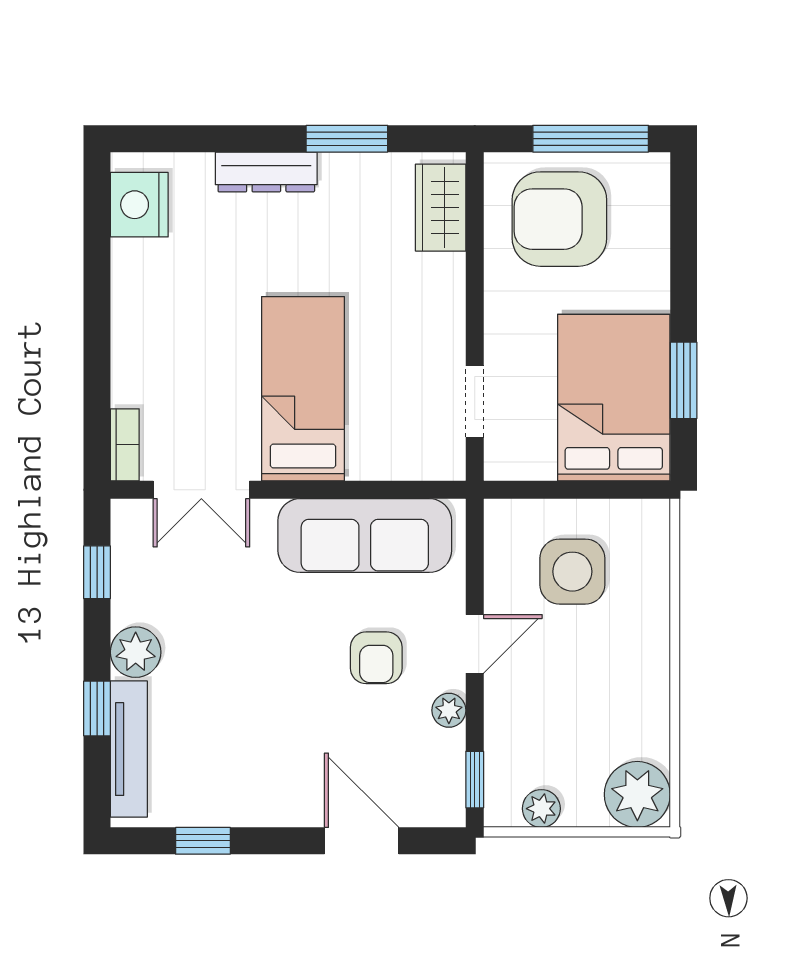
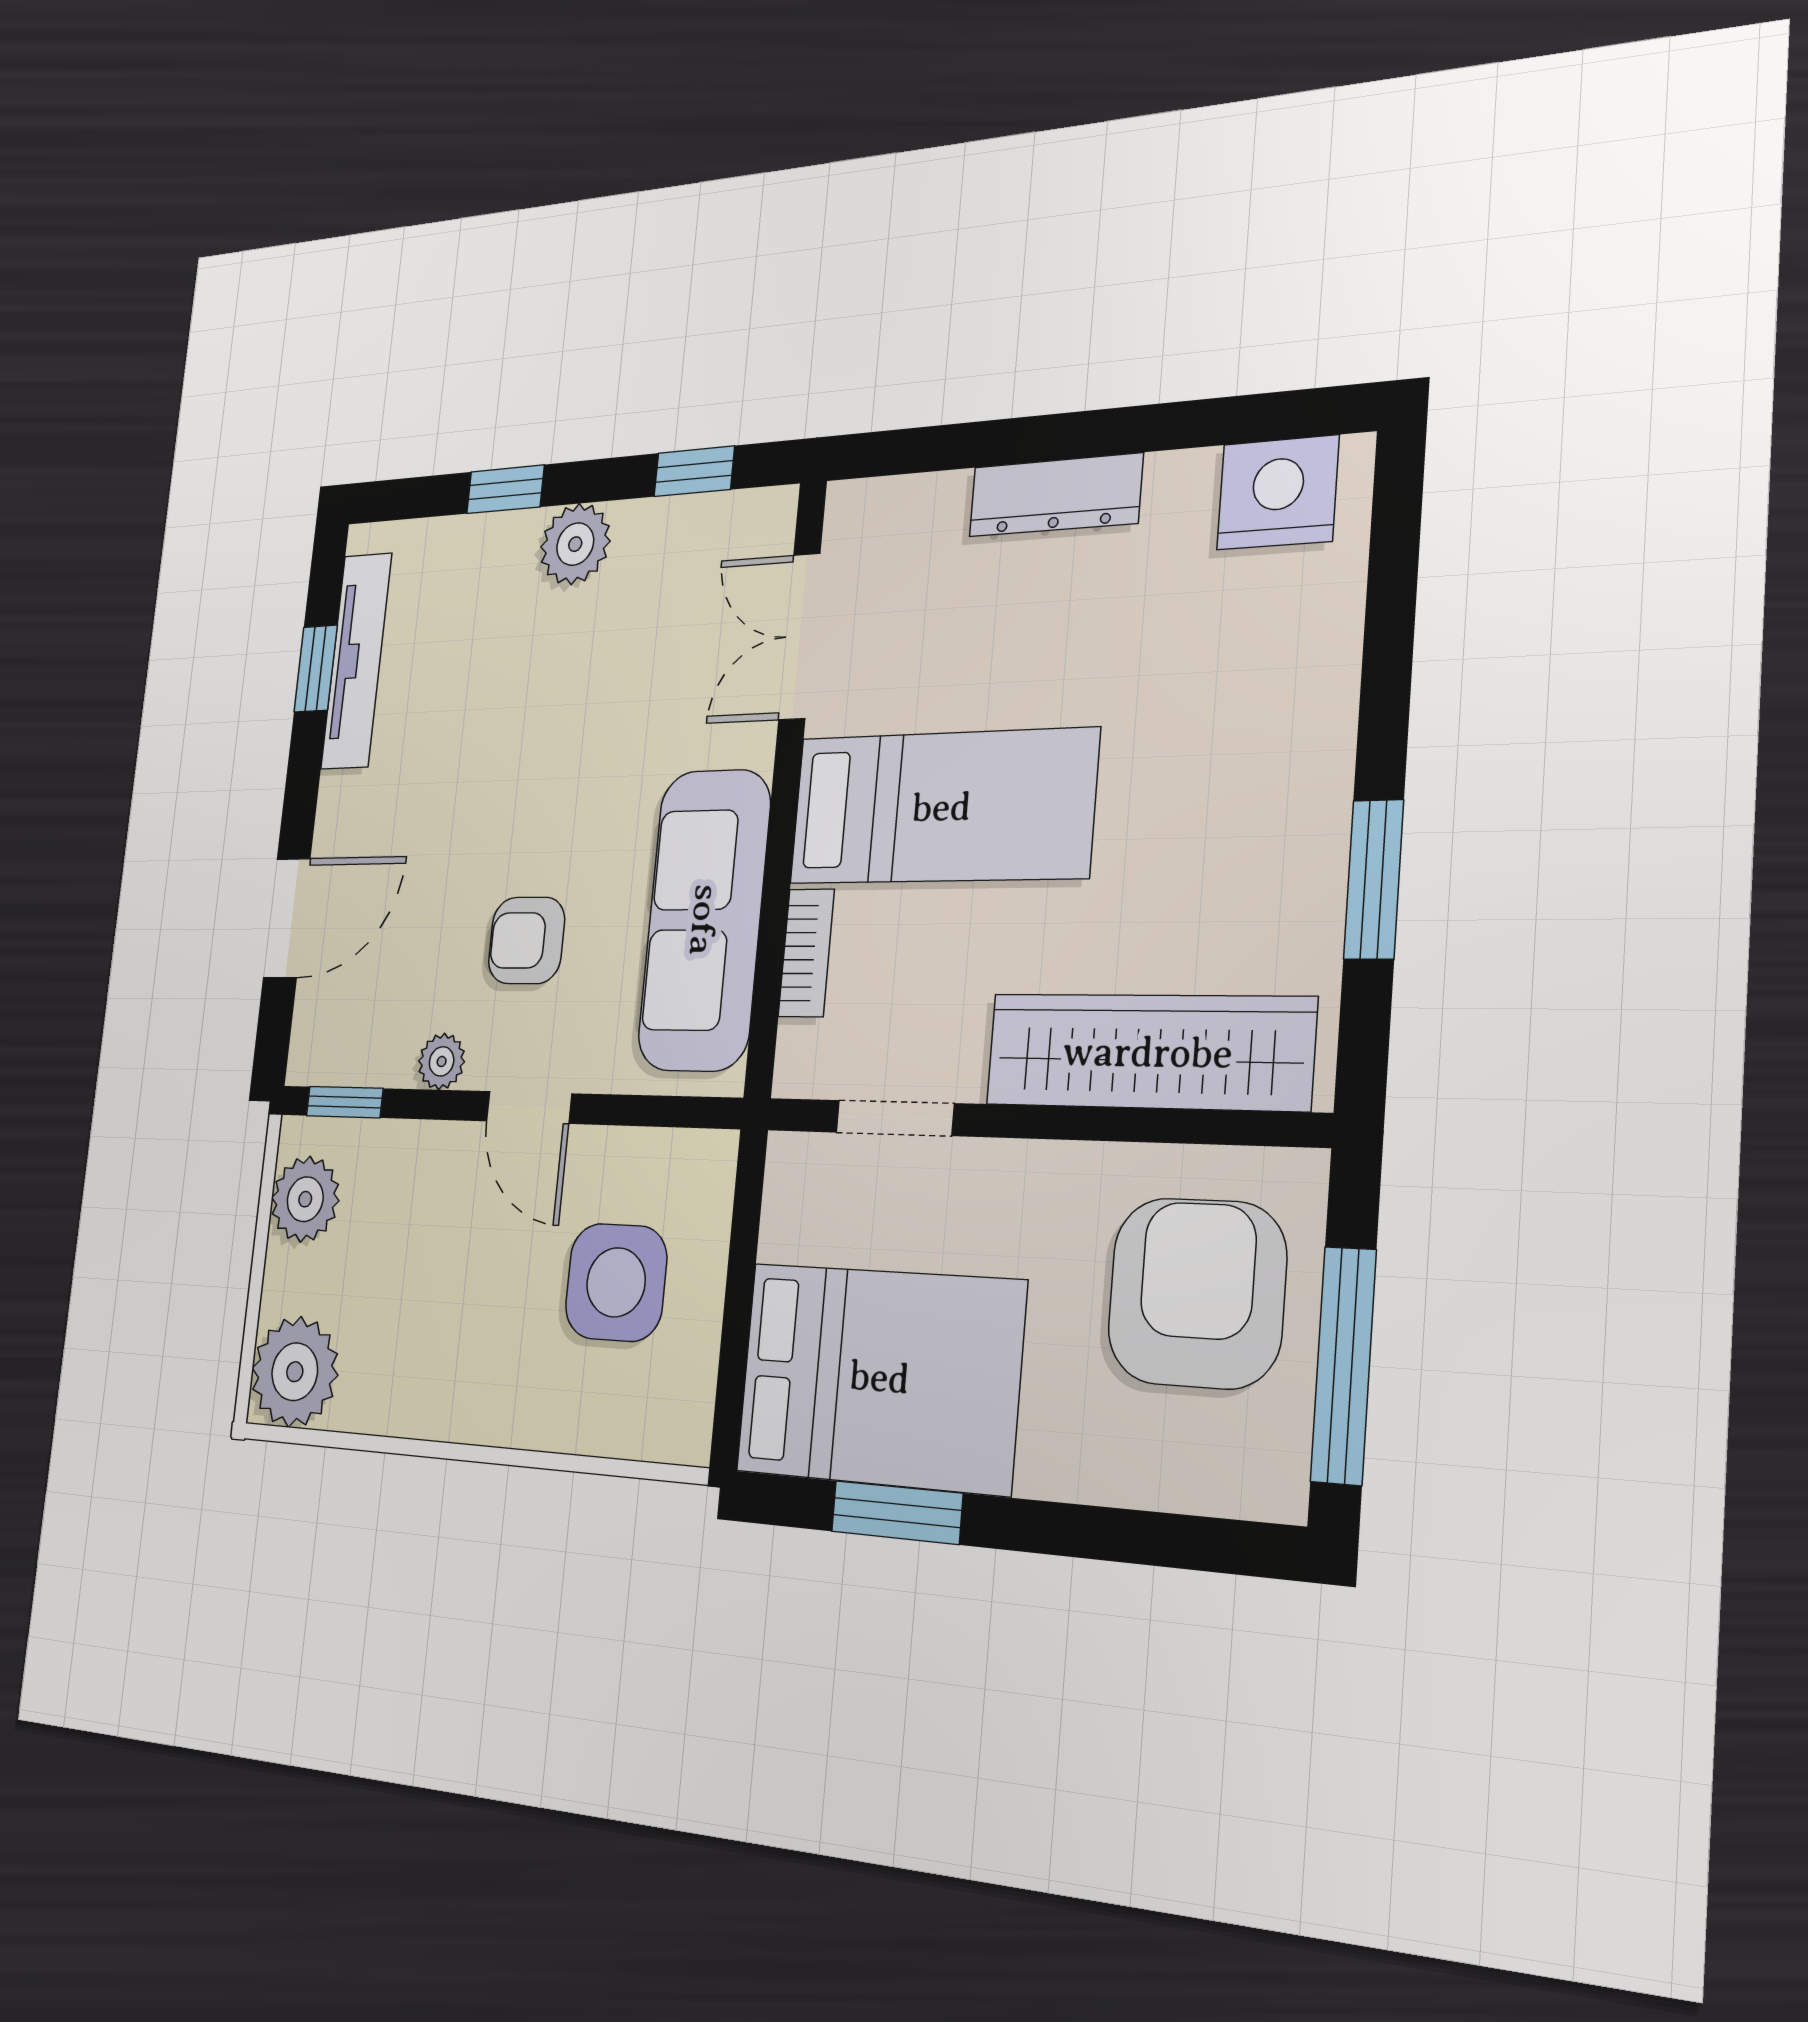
dresser: (266, 172) -> (1055, 495), moved, turned -90
wardrobe: (441, 208) -> (1148, 1052), width x2.10, depth x1.17
bookcase: (125, 445) -> (806, 953), moved, turned -90
tv unit: (129, 749) -> (356, 661), moved, turned -90
plant: (541, 809) -> (305, 1199), width x1.38, depth x1.38

